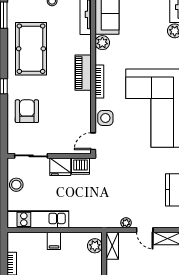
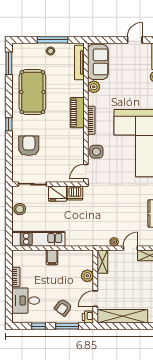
door: (145, 230) -> (130, 248), swing flipped
plant: (95, 246) -> (87, 276), moved

